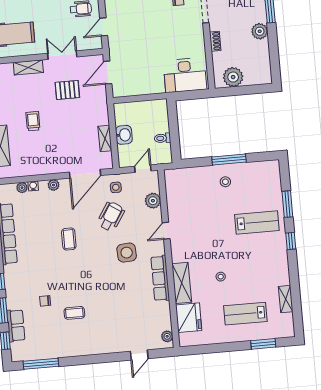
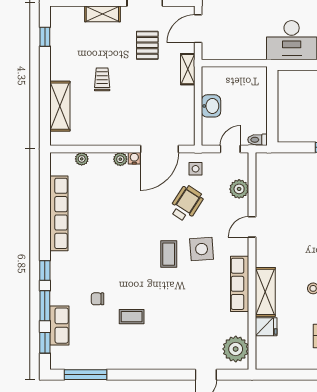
pallet: (67, 90) -> (147, 45), turned 90
toilet: (162, 138) -> (257, 140), moved
shelving: (105, 139) -> (188, 69), moved
water cooler: (33, 186) -> (134, 158), moved
coffee table: (69, 239) -> (169, 254), moved
fridge: (189, 318) -> (266, 327), width x0.53, depth x0.75
plant: (167, 336) -> (236, 349), width x1.88, depth x1.88

